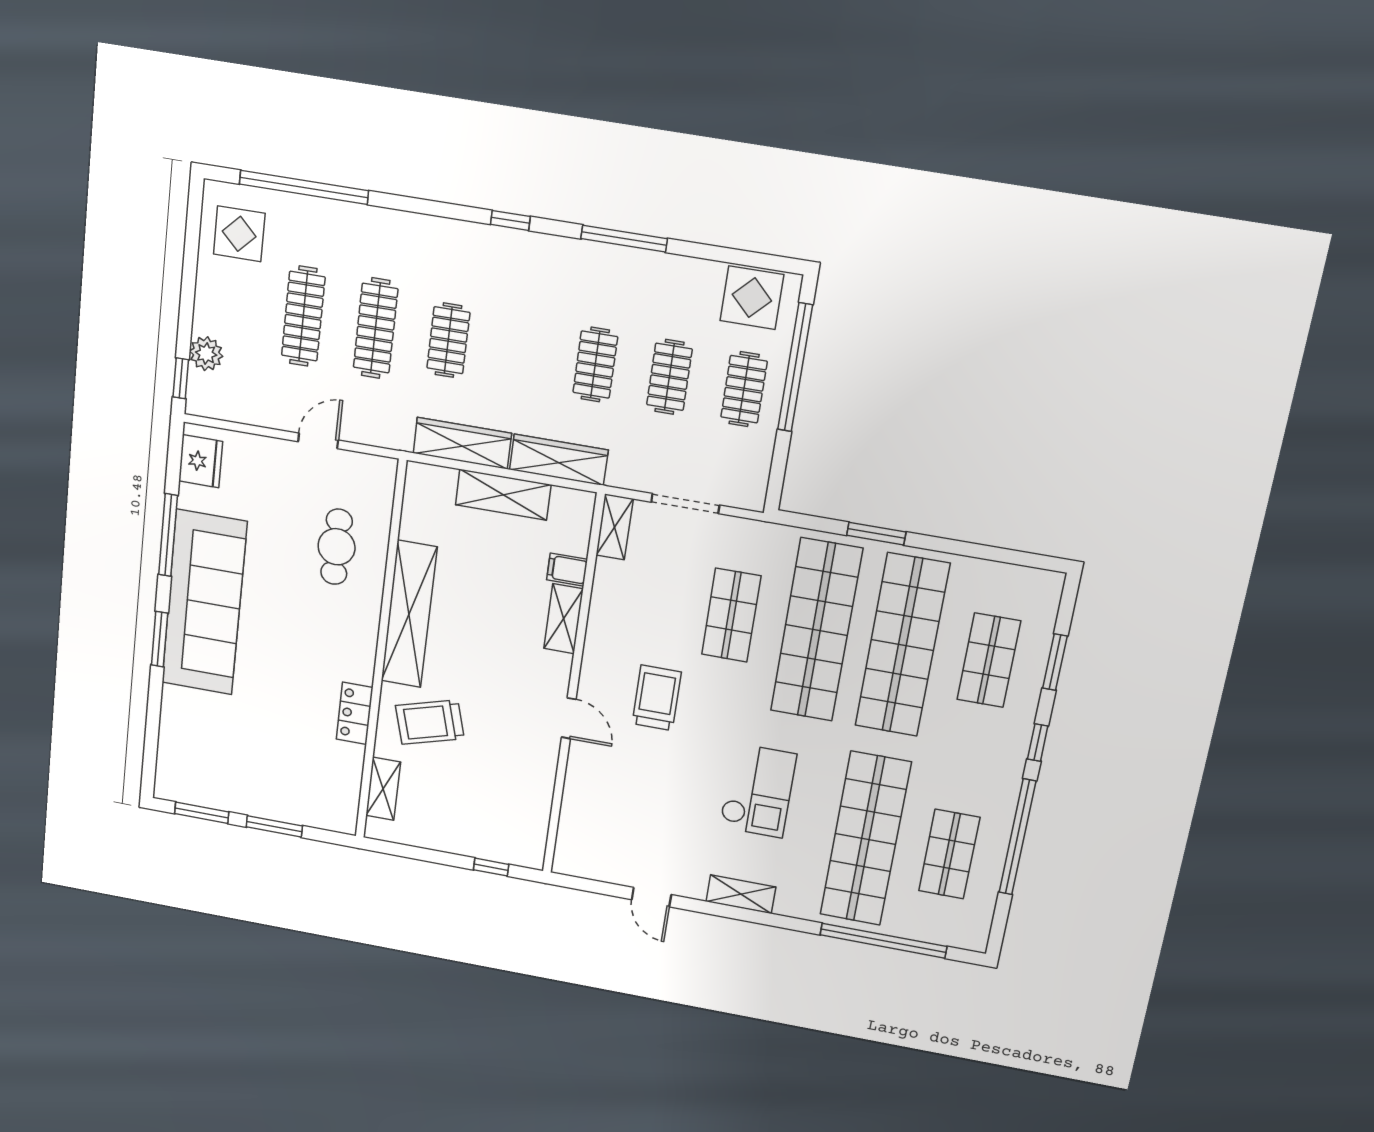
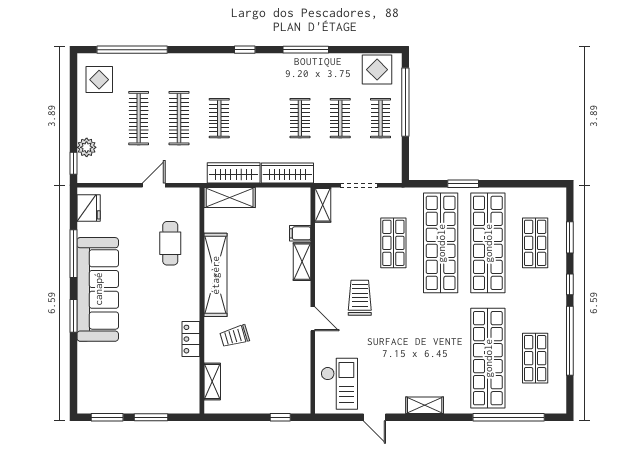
shelving: (503, 495) -> (230, 198), moved
trolley: (430, 722) -> (235, 336), width x0.73, depth x0.72
checkout: (758, 791) -> (339, 384), moved

